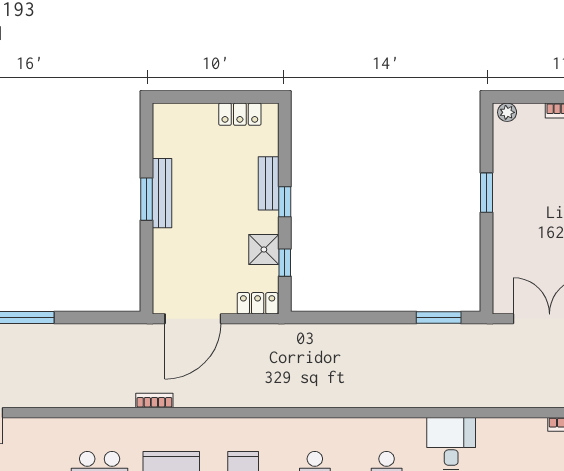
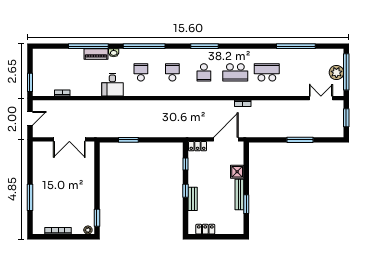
window: (487, 193) -> (97, 218), moved
window: (146, 199) -> (246, 204), moved
shower: (264, 250) -> (237, 172), moved
window: (439, 318) -> (128, 140), moved

